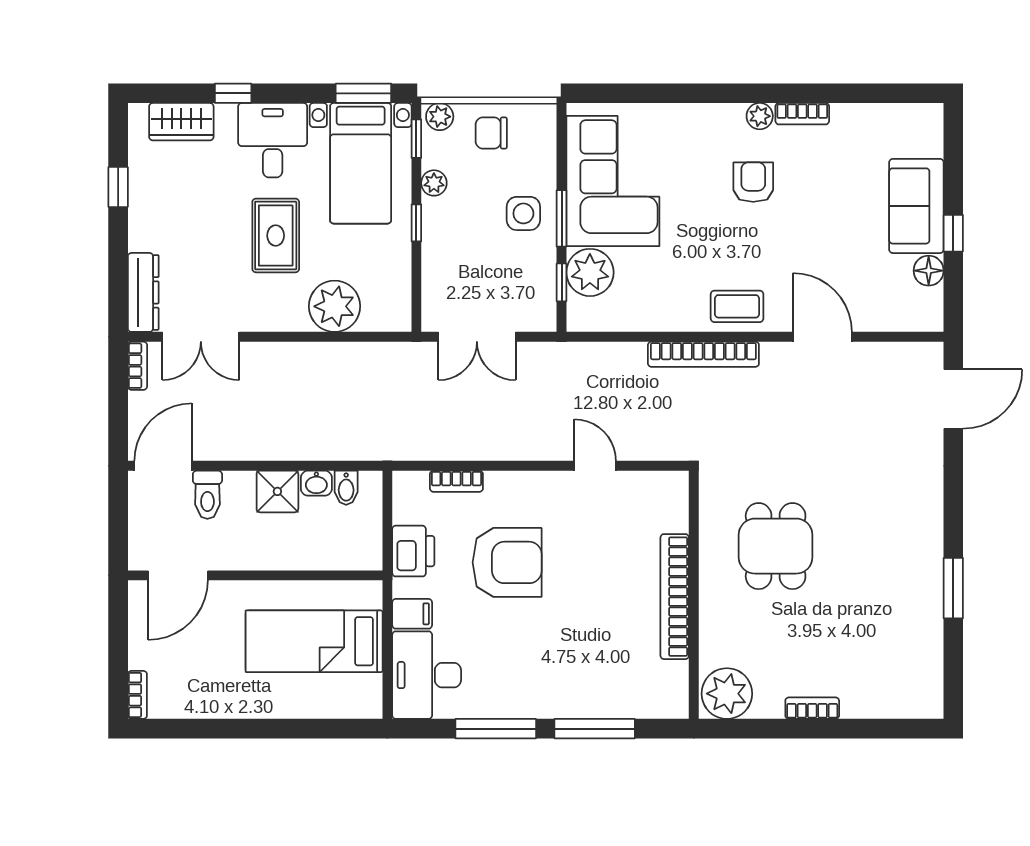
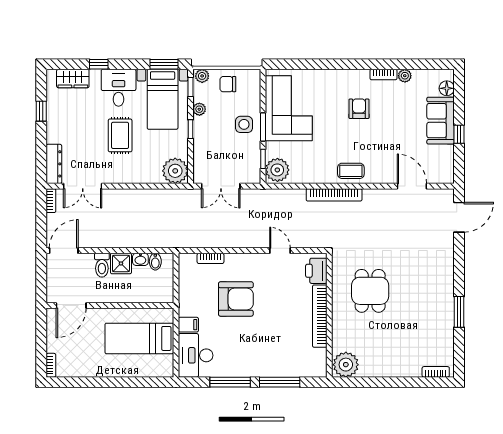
plant: (760, 116) -> (405, 76), moved
floor lamp: (929, 271) -> (447, 88), moved
plant: (590, 272) -> (277, 170), moved
plant: (335, 306) -> (175, 171), moved
door: (822, 337) -> (412, 186), moved
toilet: (207, 495) -> (102, 265), moved
printer: (413, 551) -> (316, 271), moved, turned 180
bookcase: (812, 708) -> (436, 372), moved

